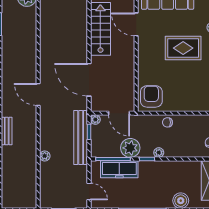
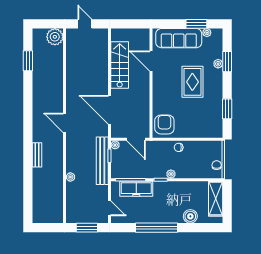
rug: (183, 48) -> (192, 82), turned 90
plant: (130, 148) -> (146, 170), removed

